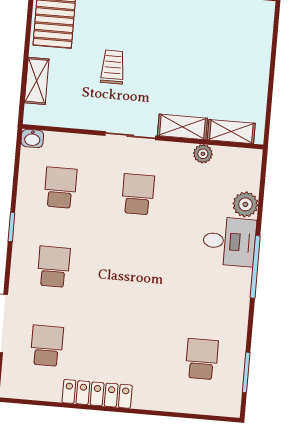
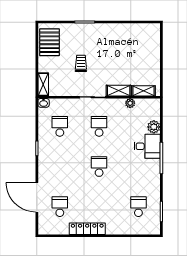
shelving: (37, 81) -> (43, 84), moved
school desk: (54, 267) -> (99, 167), moved

